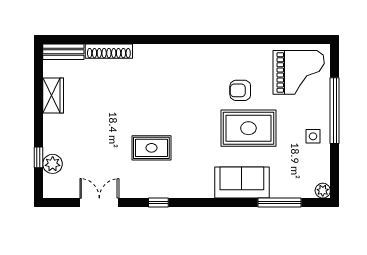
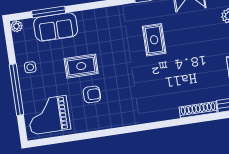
rug: (248, 128) -> (81, 66), width x0.73, depth x0.70
rug: (151, 148) -> (154, 40), turned 90
sofa: (242, 182) -> (56, 27), moved

